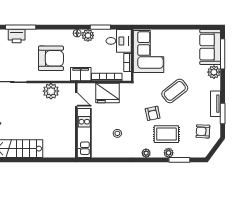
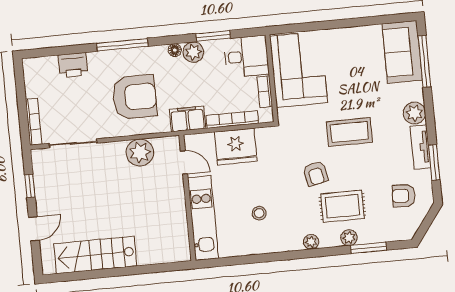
window: (21, 27) -> (122, 45), moved
plant: (214, 72) -> (414, 113), moved
coffee table: (175, 91) -> (349, 132), turned 38

